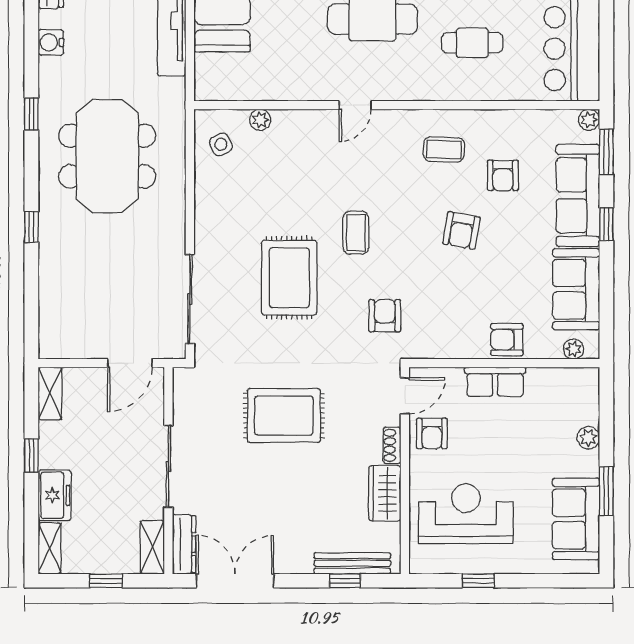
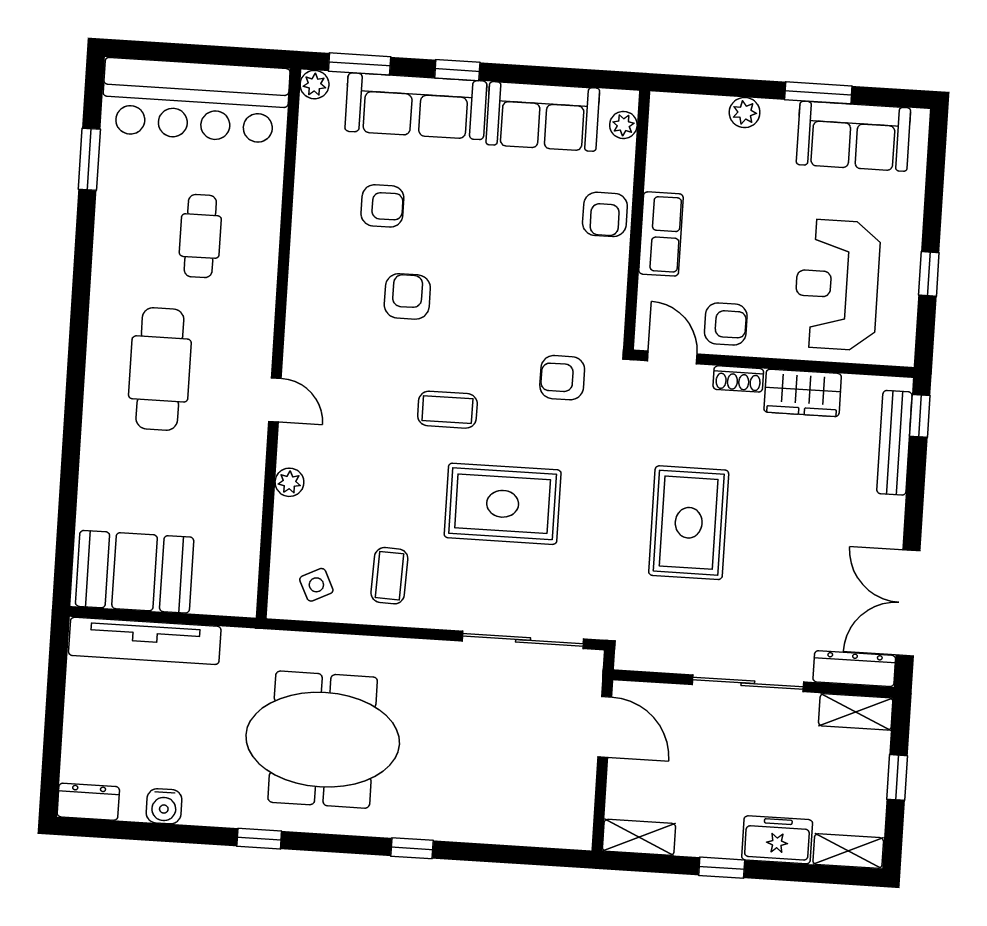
plant: (260, 120) -> (289, 482), moved
coffee table: (444, 149) -> (389, 576), moved
armchair: (461, 230) -> (407, 296), moved, turned -100
window: (345, 581) -> (920, 416), moved

